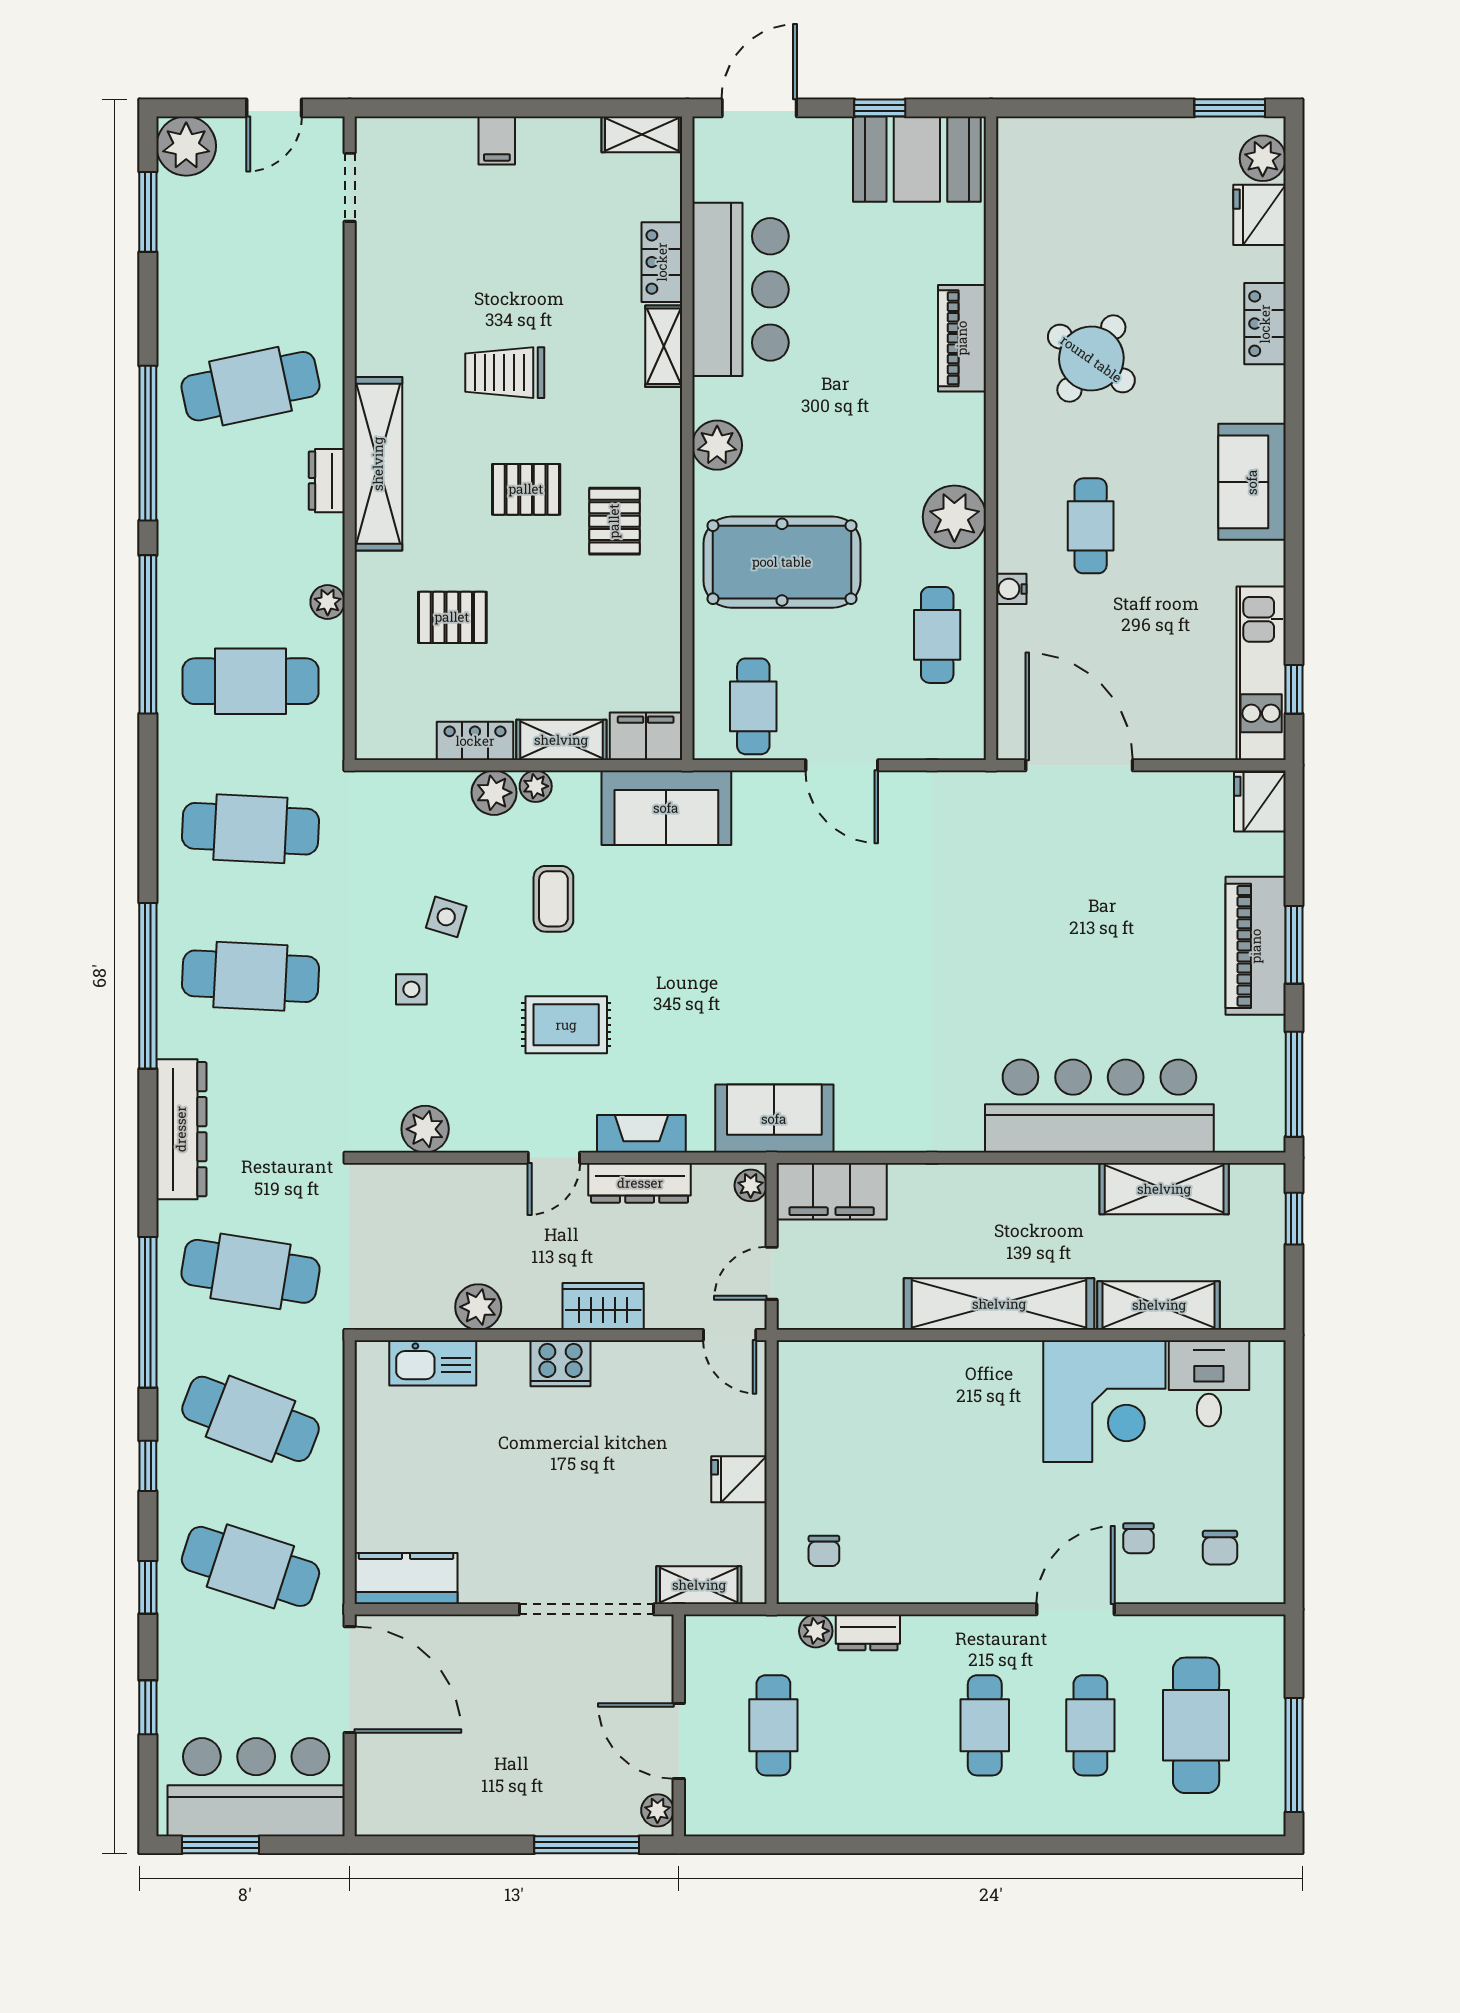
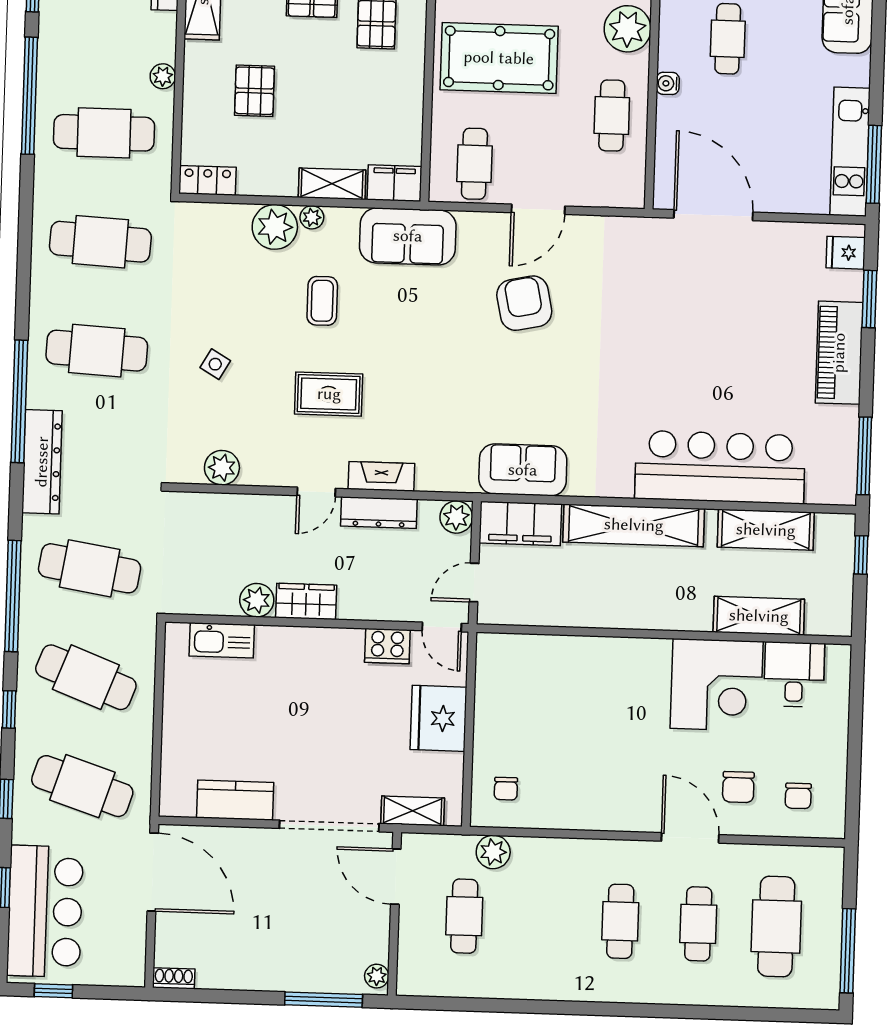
pallet: (452, 617) -> (255, 91), turned 90
window: (1294, 689) -> (874, 164), width x2.17
locker: (475, 741) -> (208, 180), moved
door: (842, 765) -> (538, 209), hinge flipped
plant: (494, 793) -> (275, 227), width x1.36, depth x1.36
fridge: (1260, 802) -> (846, 253), width x0.72
armchair: (827, 893) -> (524, 303), added
side table: (446, 917) -> (243, 312), removed
window: (1294, 945) -> (869, 299), moved
window: (148, 986) -> (19, 401), moved
side table: (411, 989) -> (215, 364), turned 30
sofa: (774, 1119) -> (523, 470), moved
plant: (751, 1185) -> (456, 517), width x1.38, depth x1.38
shelving: (999, 1304) -> (634, 525), moved
wardrobe: (603, 1306) -> (306, 601), moved
cooker: (561, 1363) -> (387, 646), moved
fridge: (739, 1479) -> (438, 718), width x1.88, depth x1.34
chair: (1138, 1538) -> (738, 787), width x1.37, depth x1.37
kitchen counter: (406, 1579) -> (235, 800), moved
door: (1076, 1609) -> (690, 838), hinge flipped
plant: (816, 1631) -> (493, 852), width x1.38, depth x1.38
dresser: (868, 1632) -> (536, 850), removed
door: (679, 1741) -> (396, 877), moved
bar counter: (256, 1787) -> (45, 911), moved, turned 90
shoe rack: (383, 1823) -> (174, 978), added
window: (221, 1845) -> (53, 991), width x0.67

